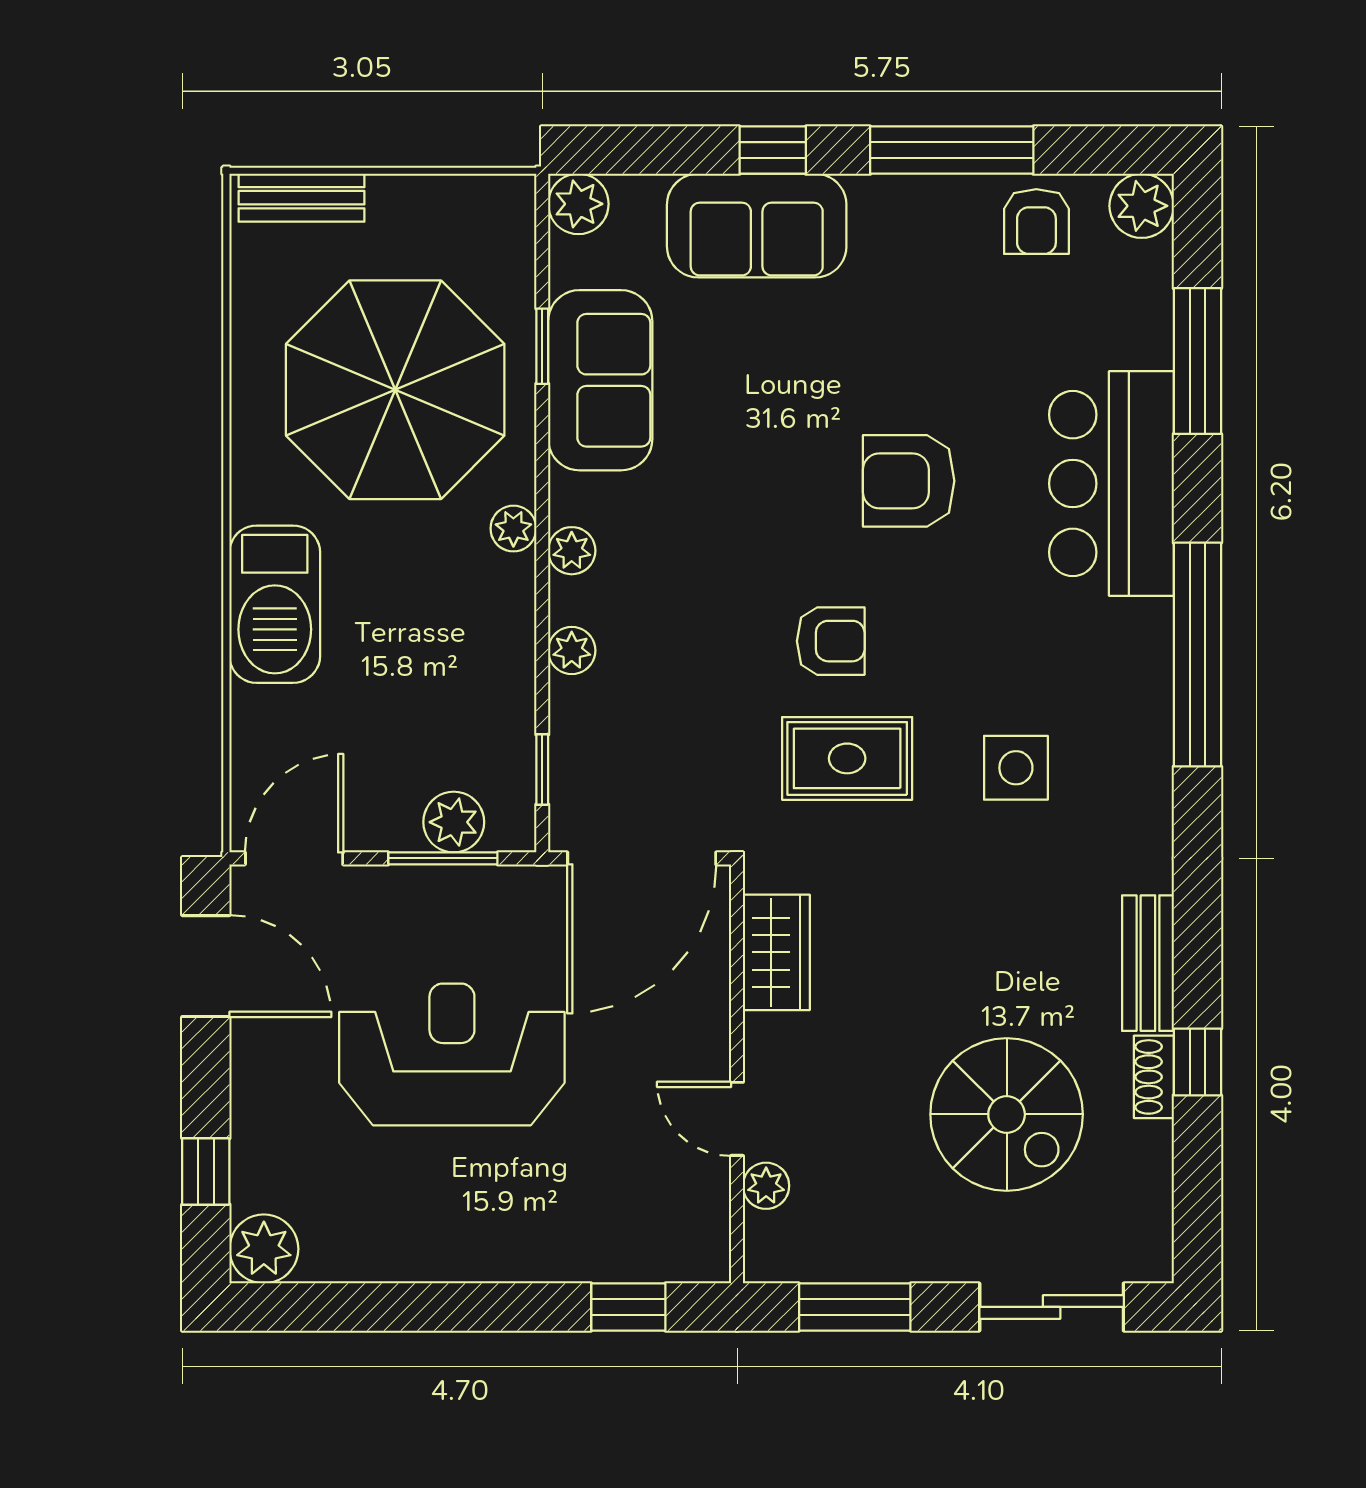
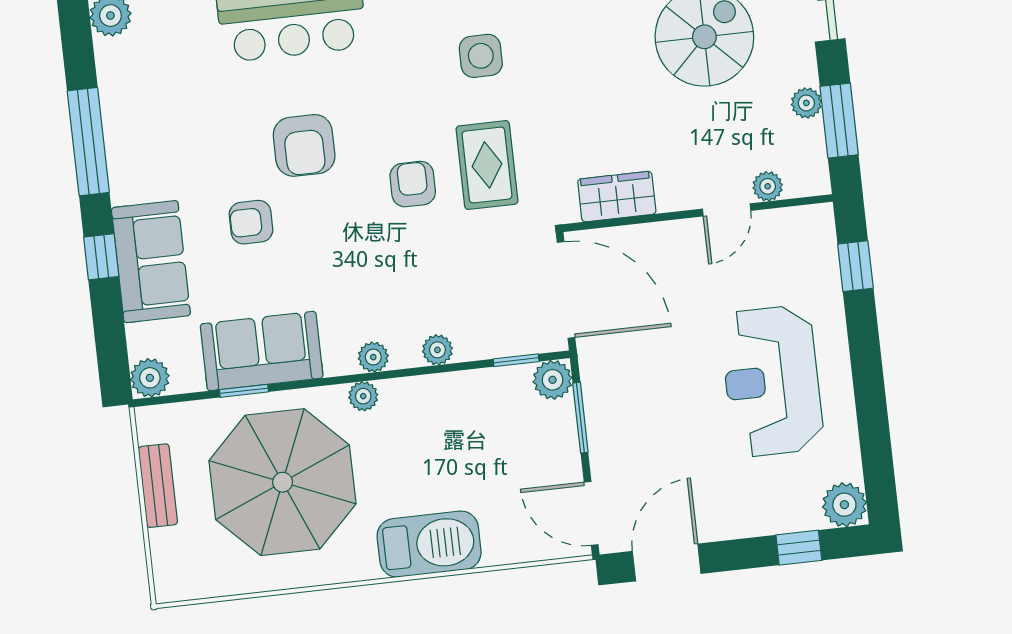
bench: (301, 198) -> (158, 486), moved
armchair: (1036, 222) -> (251, 222), moved, turned 180
plant: (454, 822) -> (553, 380), moved
reception desk: (452, 1054) -> (772, 381), moved
plant: (887, 1260) -> (806, 103), added

